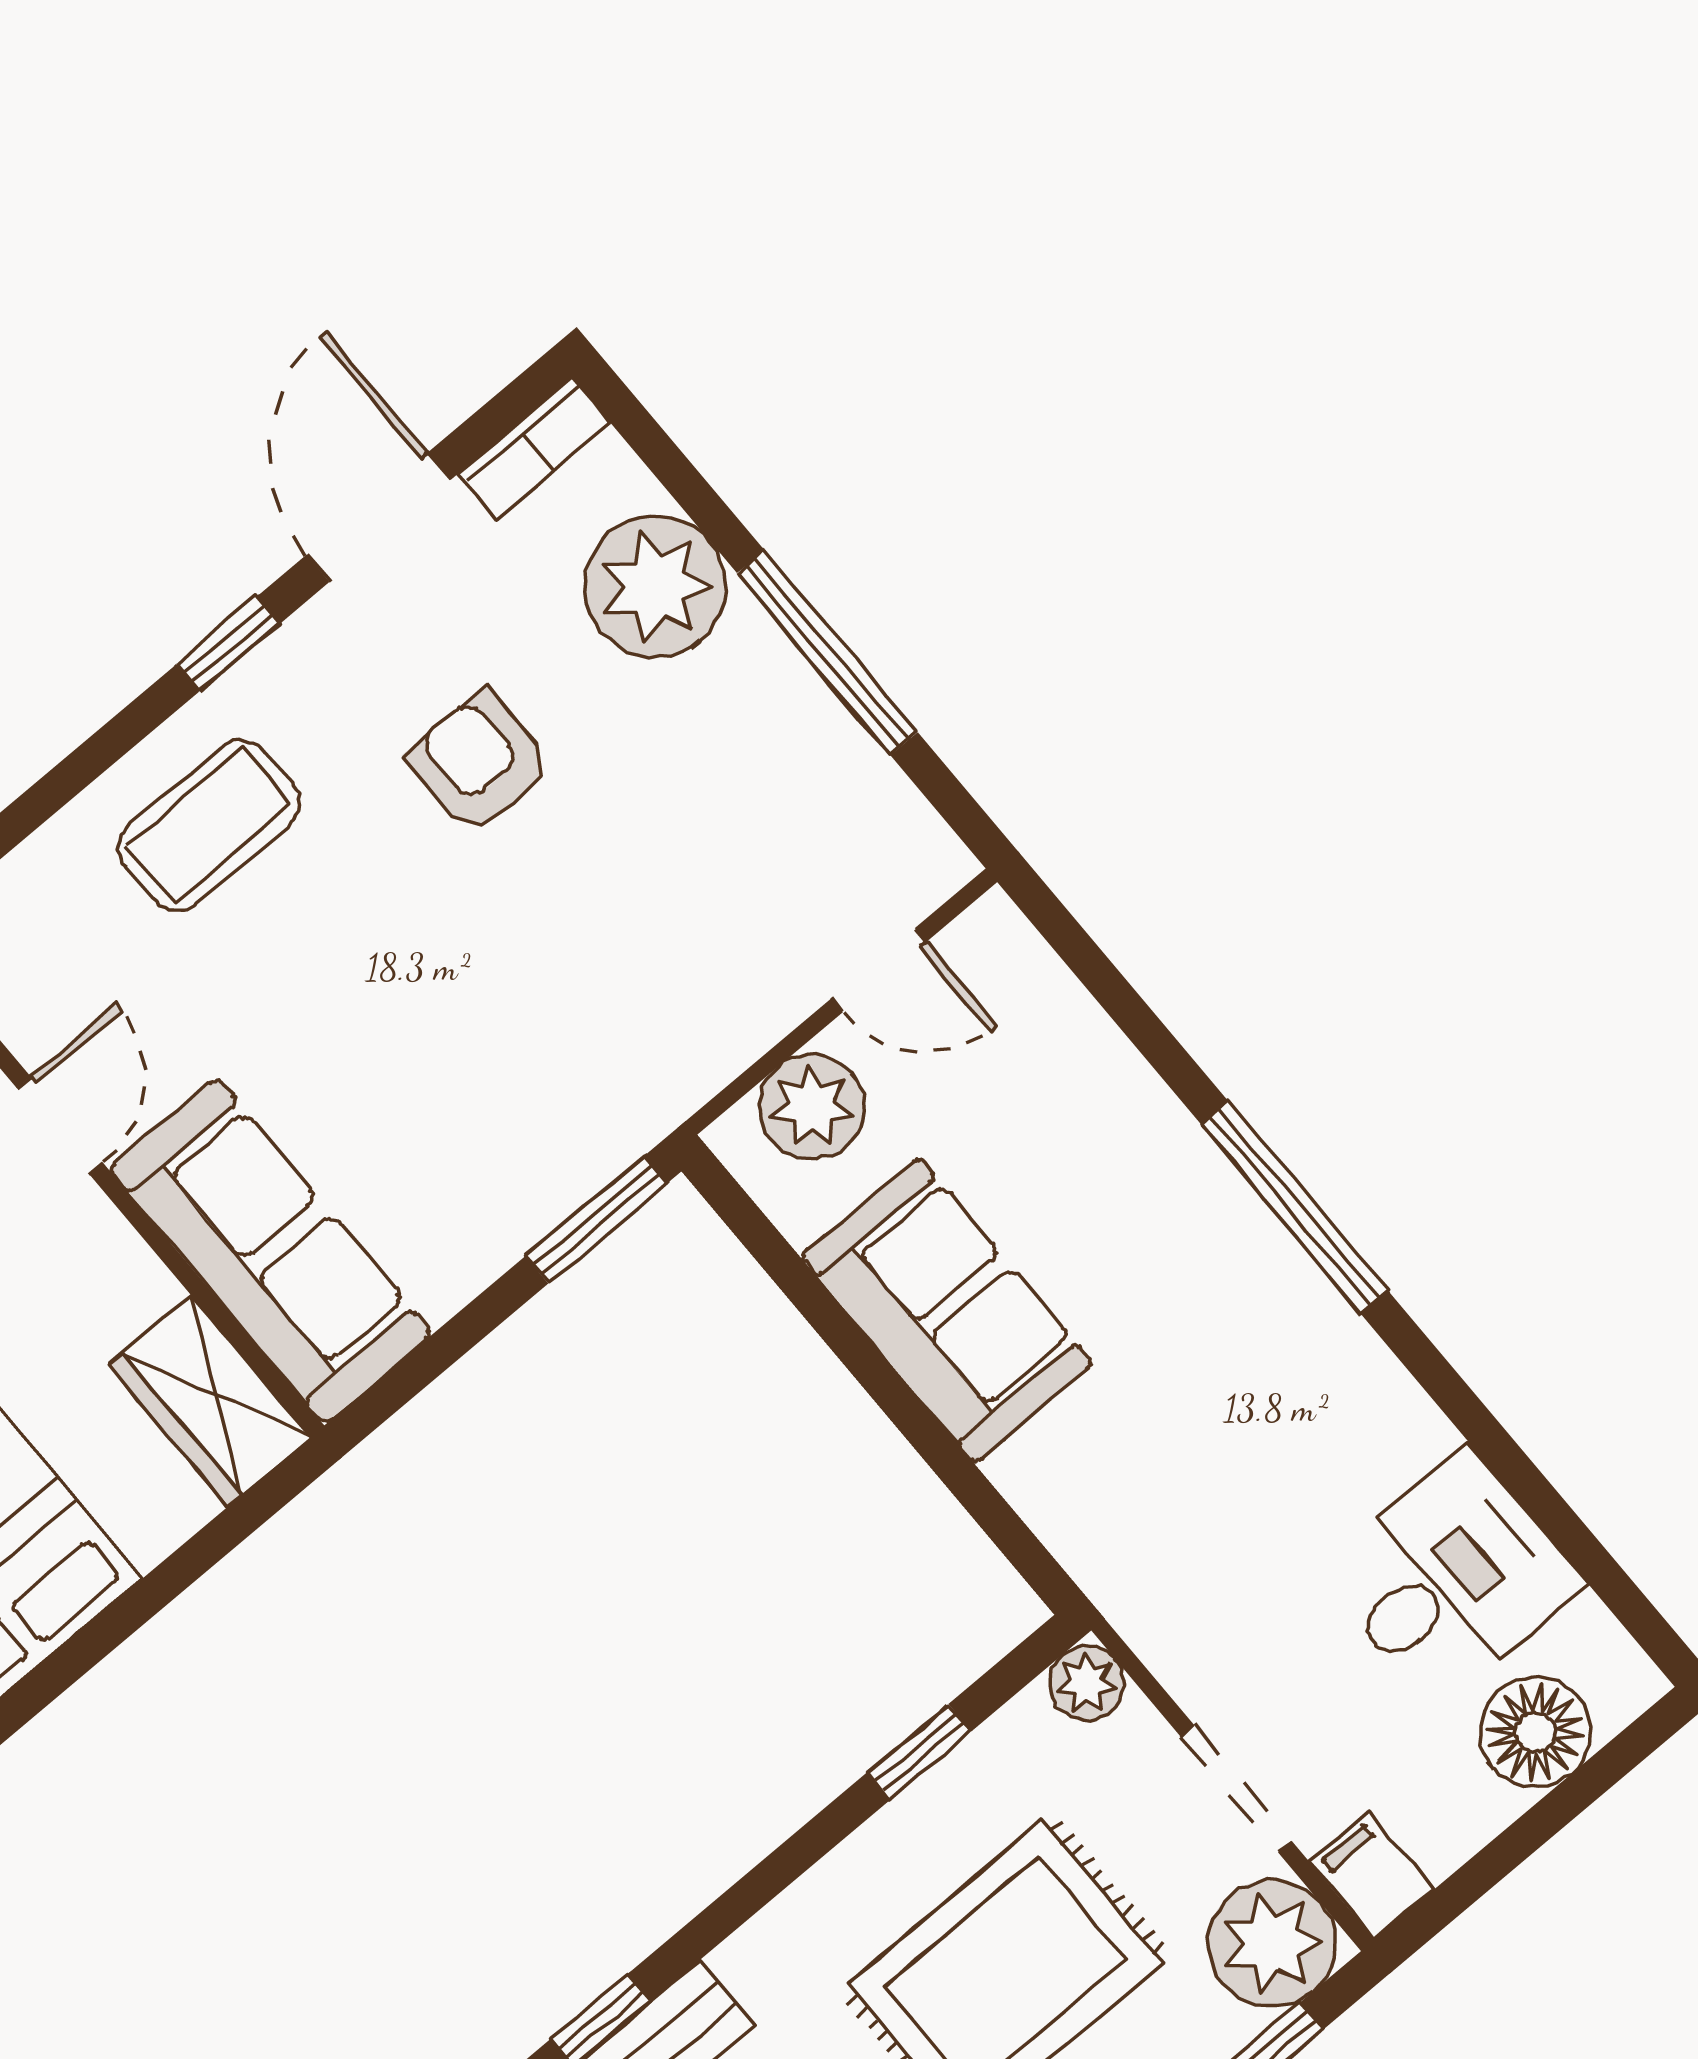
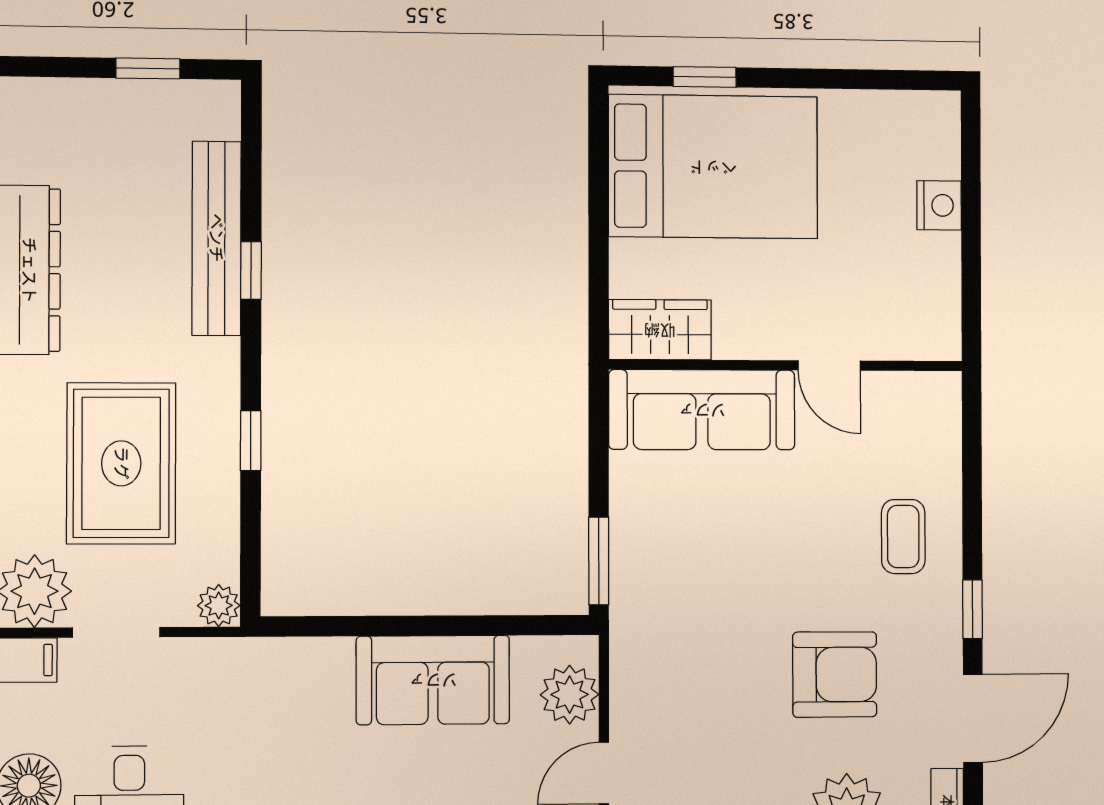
door: (379, 517) -> (973, 718), hinge flipped
armchair: (479, 762) -> (835, 675), width x1.38, depth x1.38
coffee table: (209, 825) -> (903, 537), width x0.73, depth x0.77
window: (919, 1752) -> (251, 441), moved

